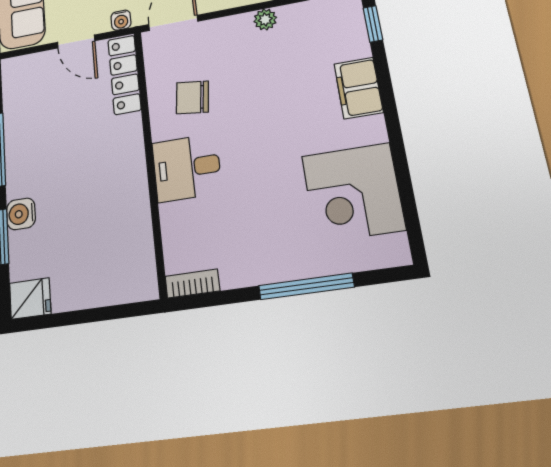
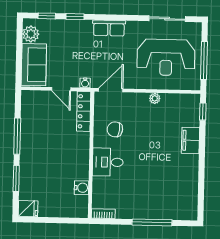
corner desk: (353, 193) -> (179, 186), removed
water cooler: (21, 214) -> (82, 188), moved, turned 180

